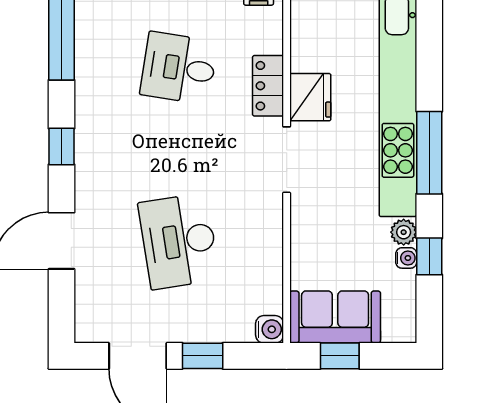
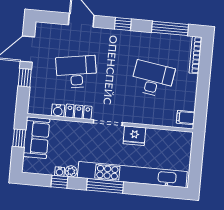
desk: (179, 68) -> (153, 79), width x1.37
locker: (268, 86) -> (79, 112), moved
water cooler: (270, 329) -> (58, 111), moved

